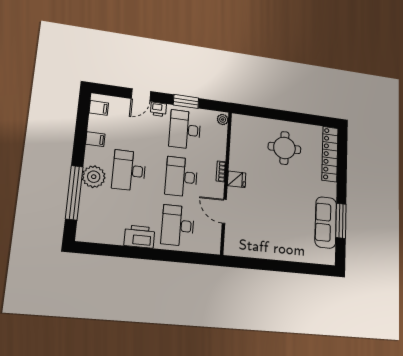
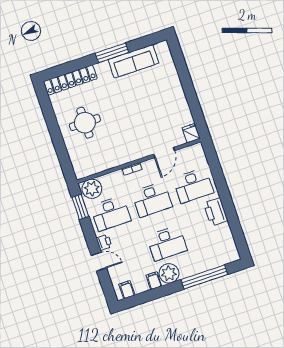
window: (186, 101) -> (80, 207), moved
plant: (223, 119) -> (92, 189), width x1.88, depth x1.88
plant: (94, 177) -> (169, 273), moved
fridge: (237, 179) -> (191, 133), moved
window: (341, 221) -> (112, 53), moved

